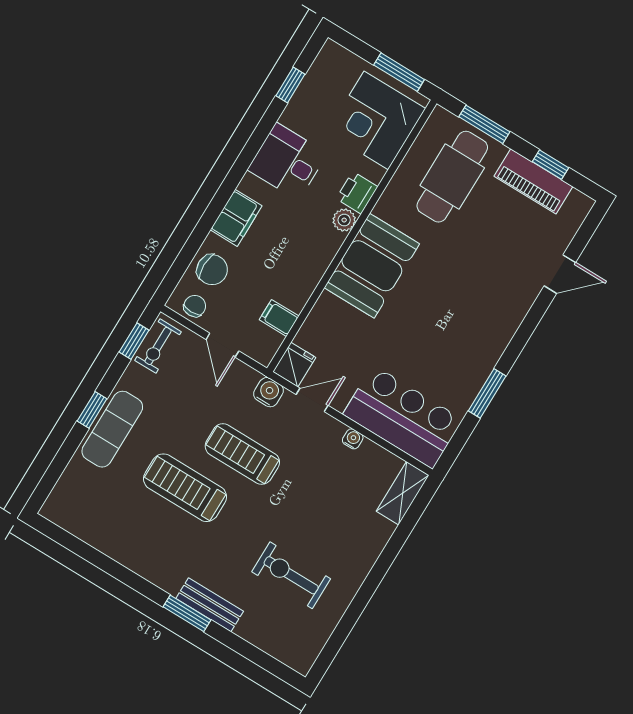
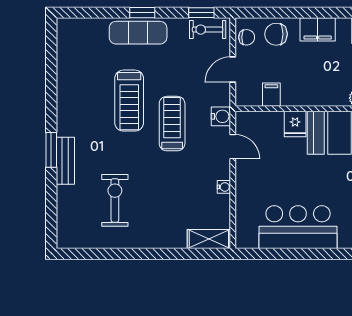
chair: (212, 270) -> (276, 34), turned 90
fridge: (294, 365) -> (295, 124), moved, turned 90
window: (487, 393) -> (304, 254), removed
bar counter: (403, 417) -> (298, 227), moved, turned -90
treadmill: (185, 488) -> (129, 101), turned 180

